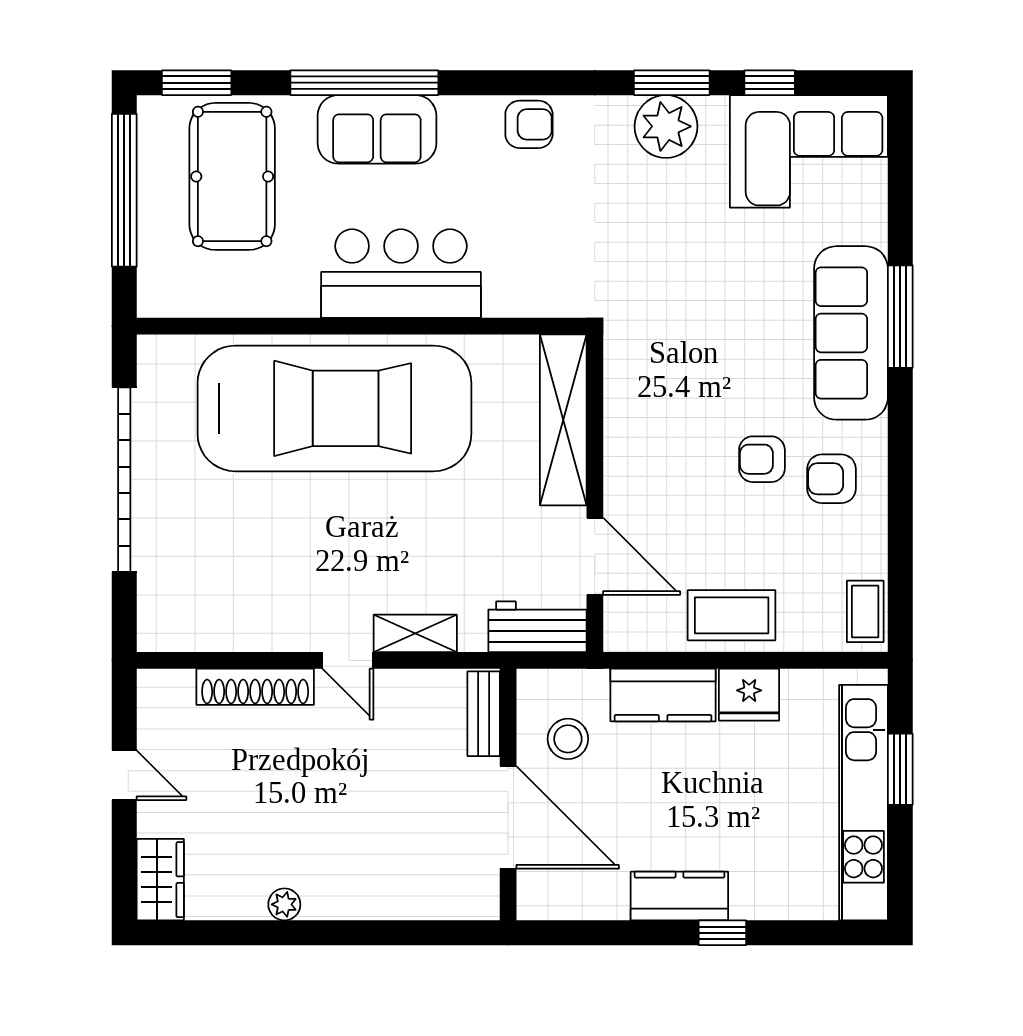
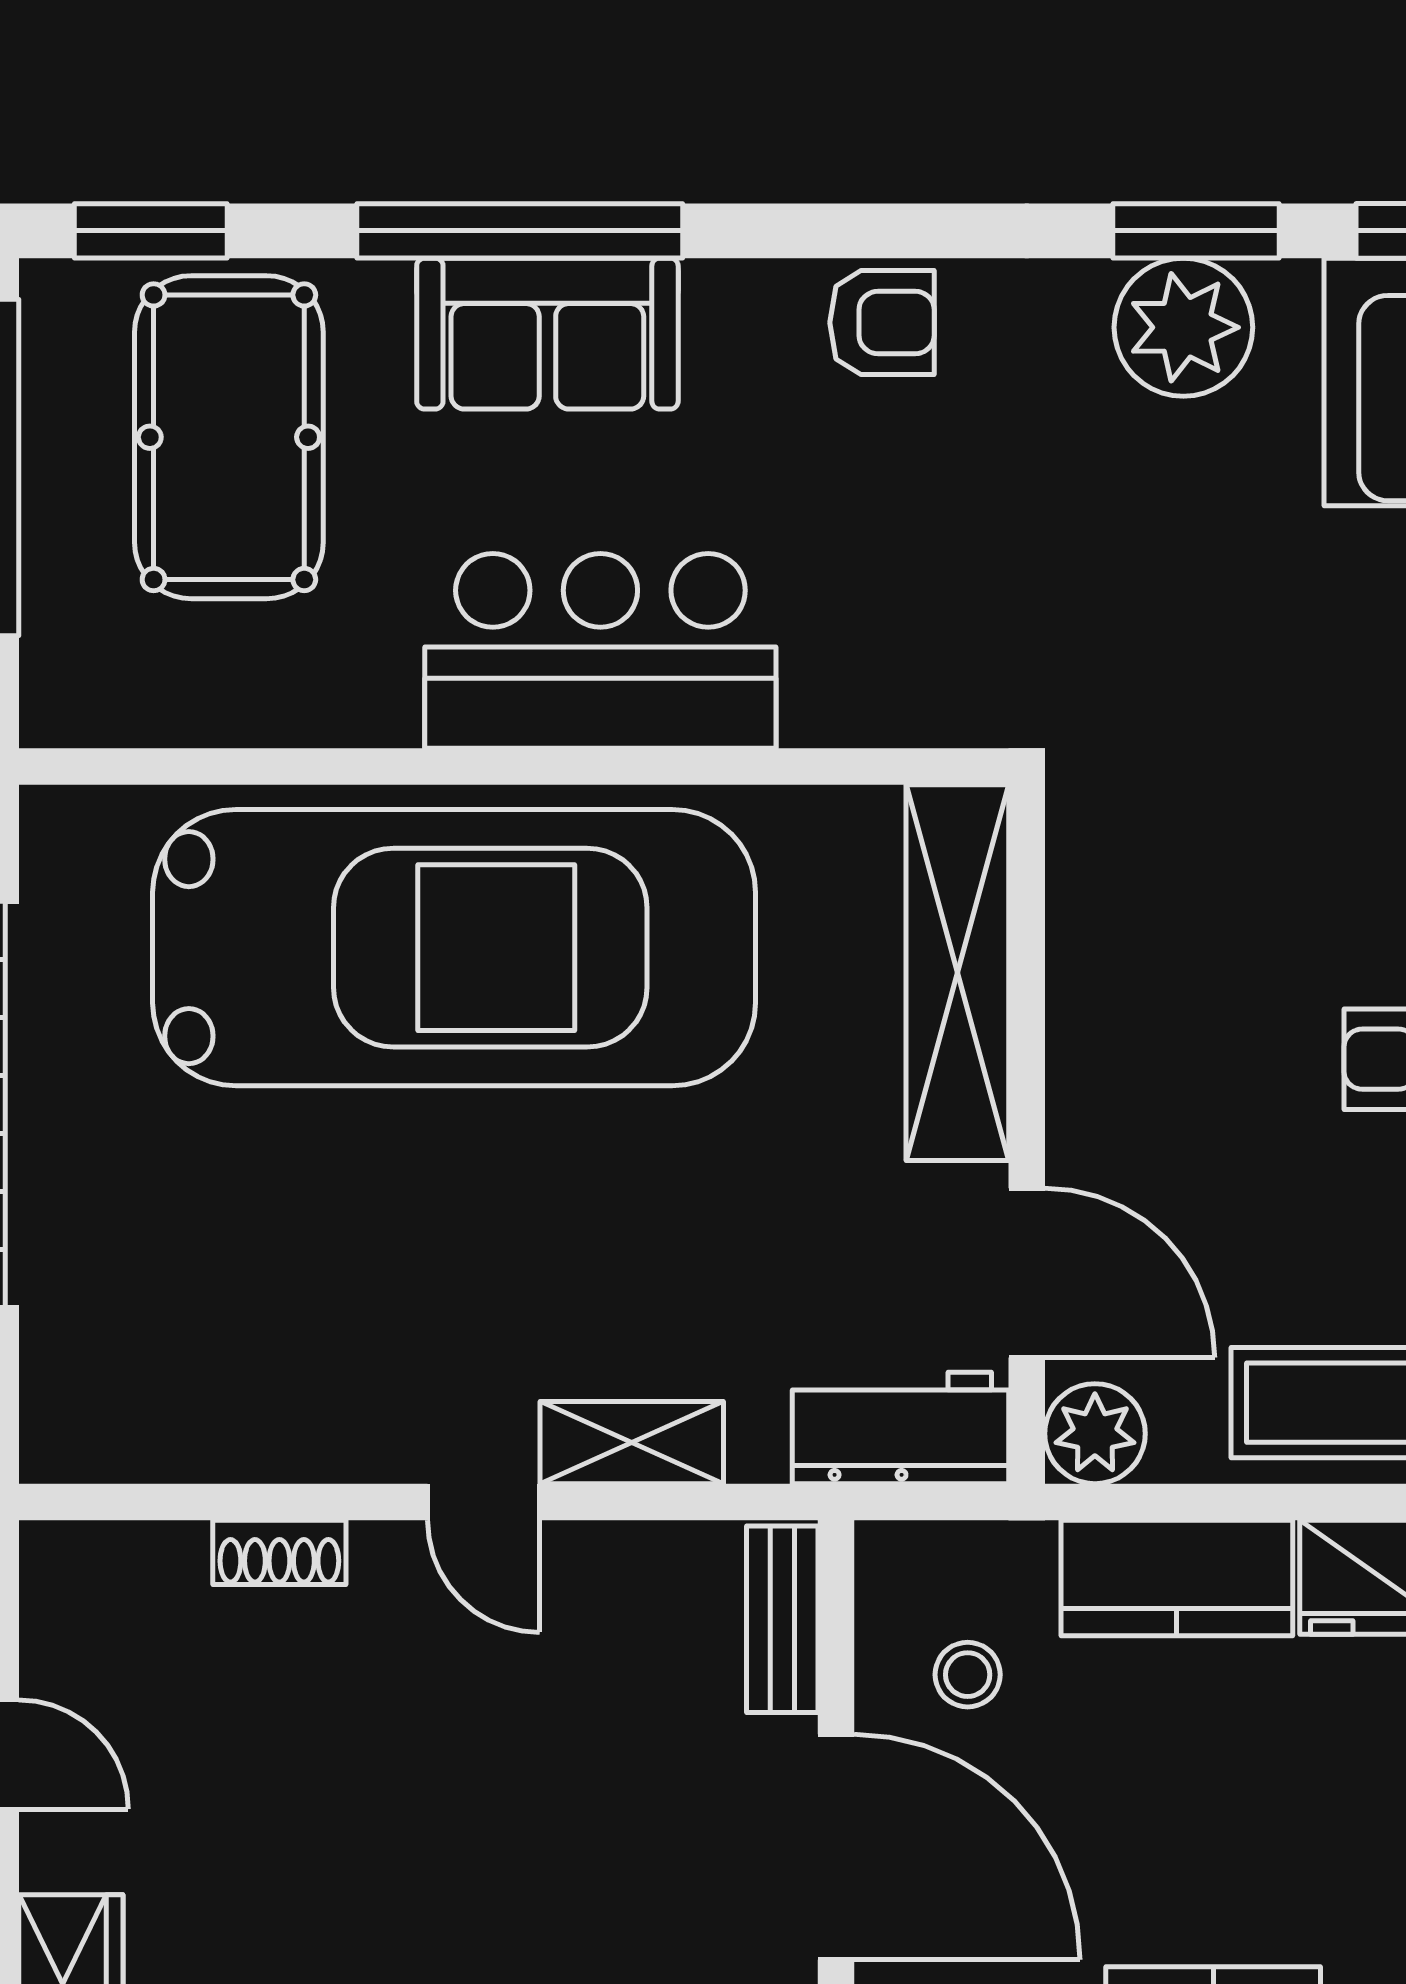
plant: (626, 629) -> (1095, 1434), added
shoe rack: (255, 687) -> (279, 1552), width x0.51, depth x0.81
stool: (568, 739) -> (968, 1675), width x0.73, depth x0.73

